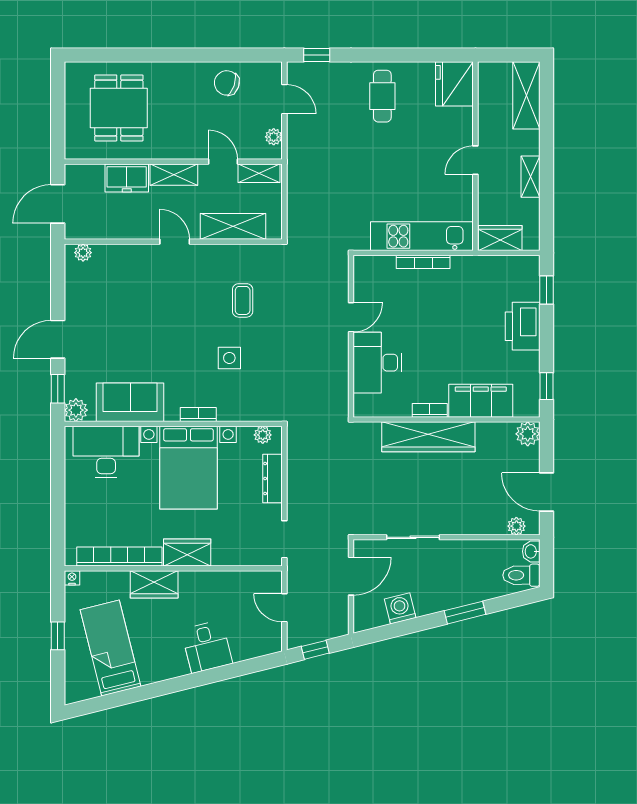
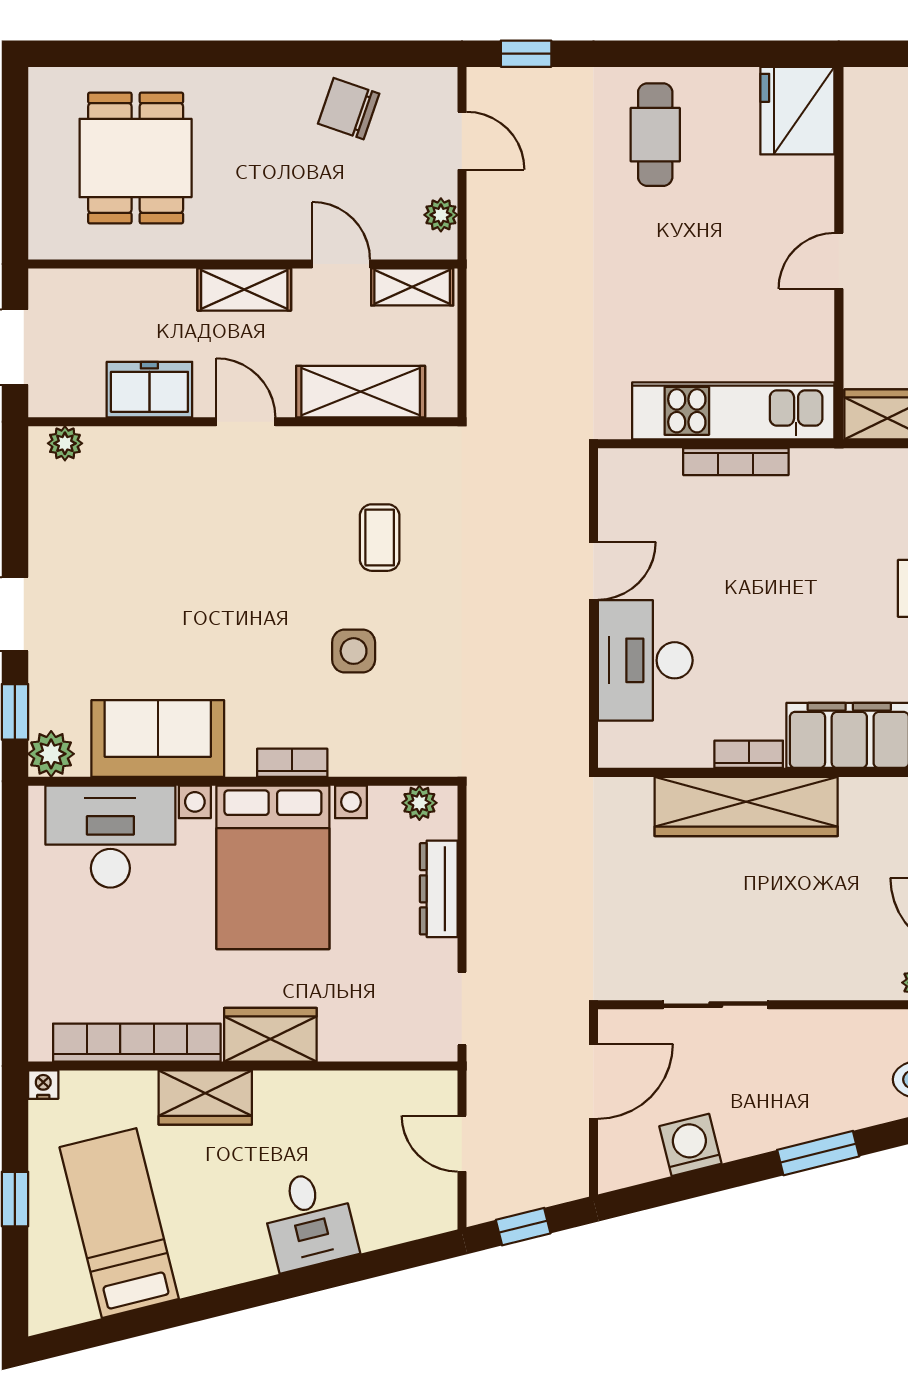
freezer: (127, 178) -> (149, 390), moved, turned 180

